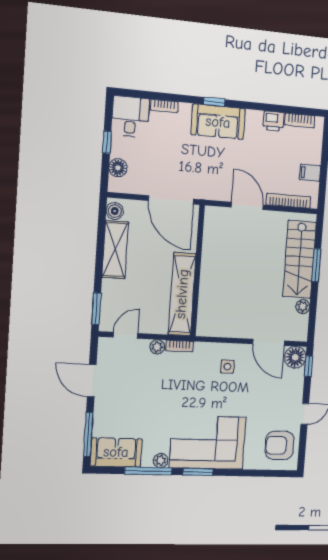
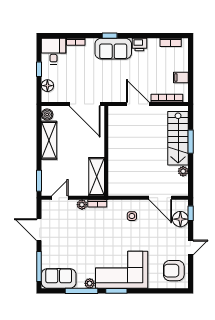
printer: (273, 121) -> (139, 45), moved
shelving: (182, 294) -> (97, 177), width x0.68
floor lamp: (295, 357) -> (180, 219), moved

